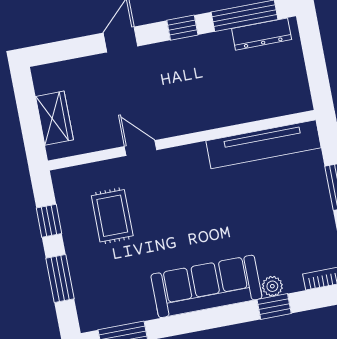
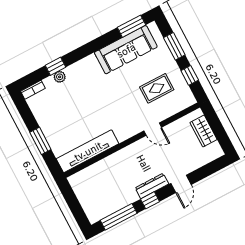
dresser: (262, 34) -> (152, 186), moved
rug: (112, 216) -> (157, 88), turned 90
sofa: (206, 286) -> (126, 50), moved

